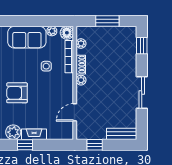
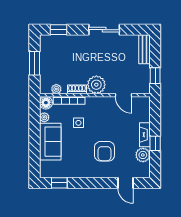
plant: (81, 80) -> (96, 85), width x1.88, depth x1.88

